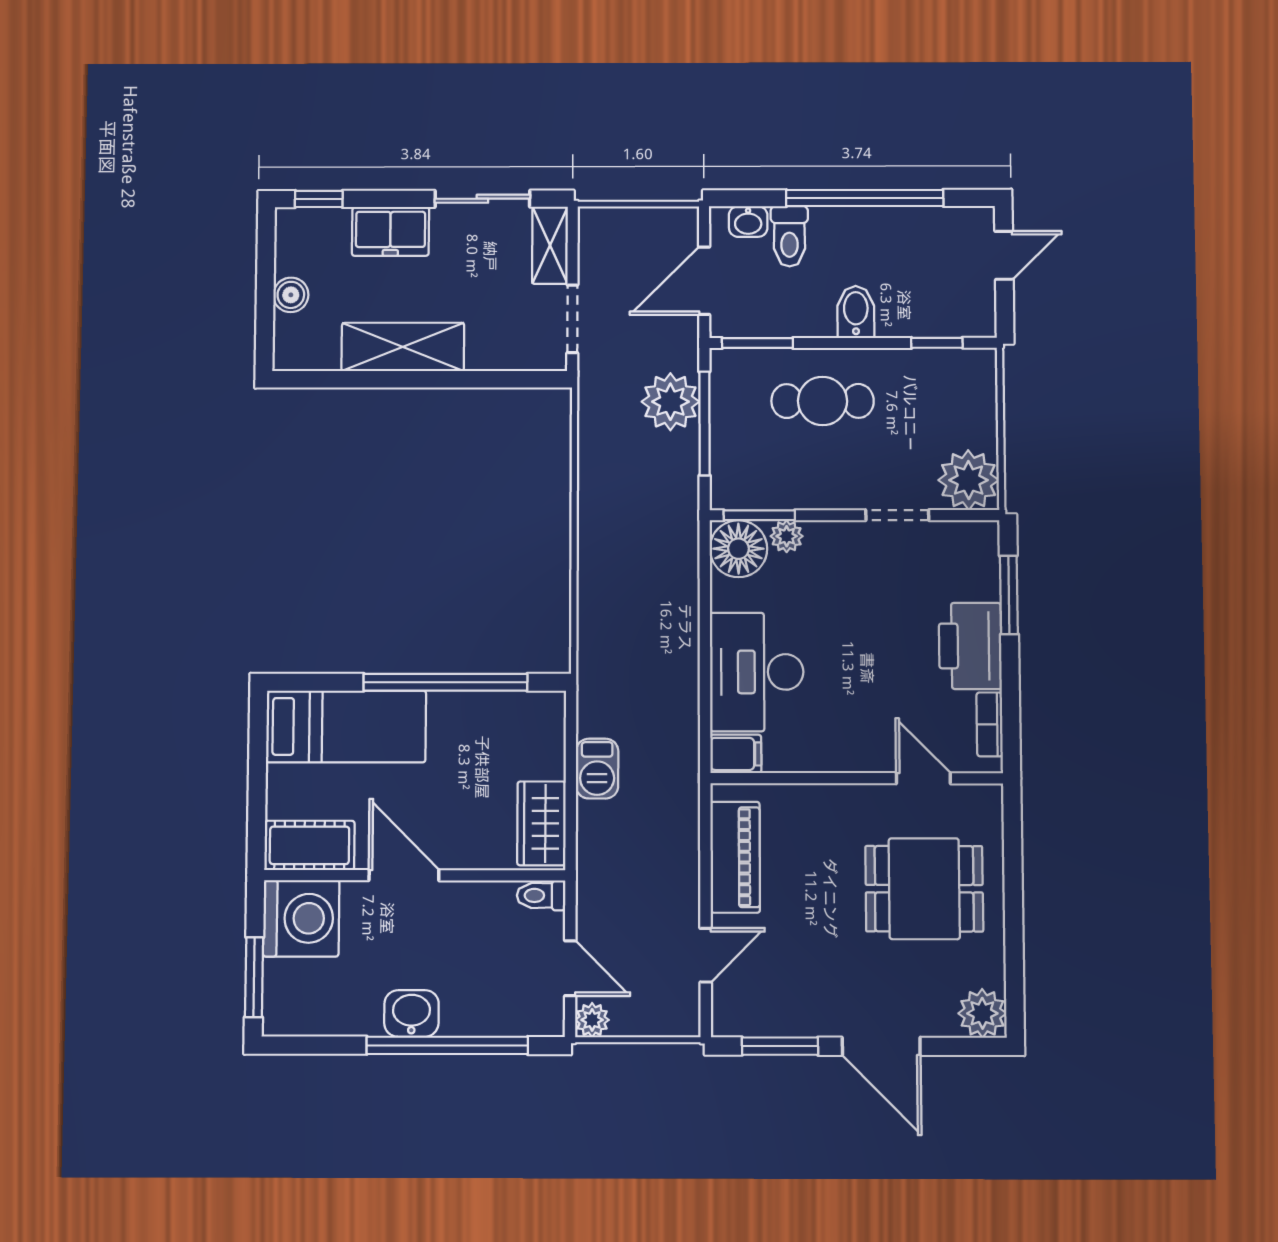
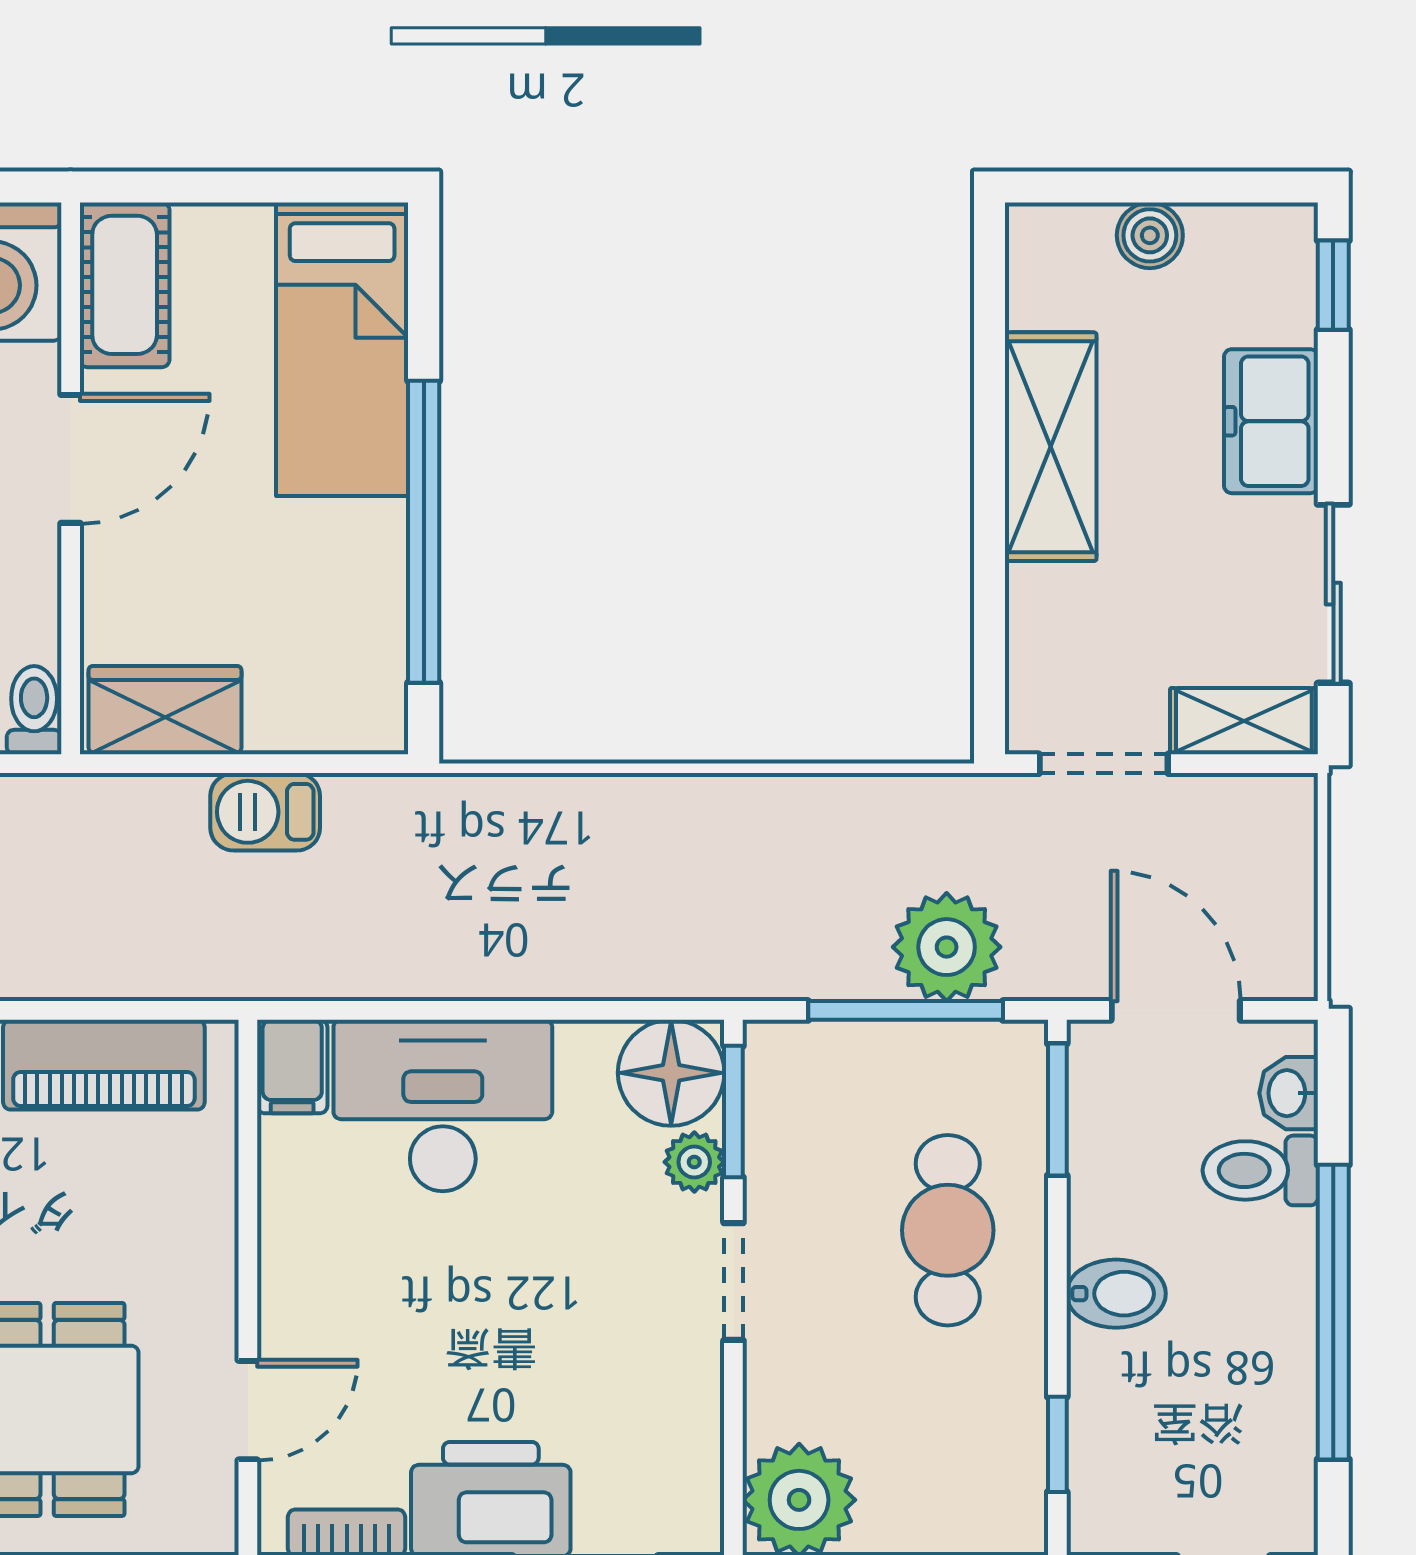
doorway: (897, 515) -> (733, 1281), moved

